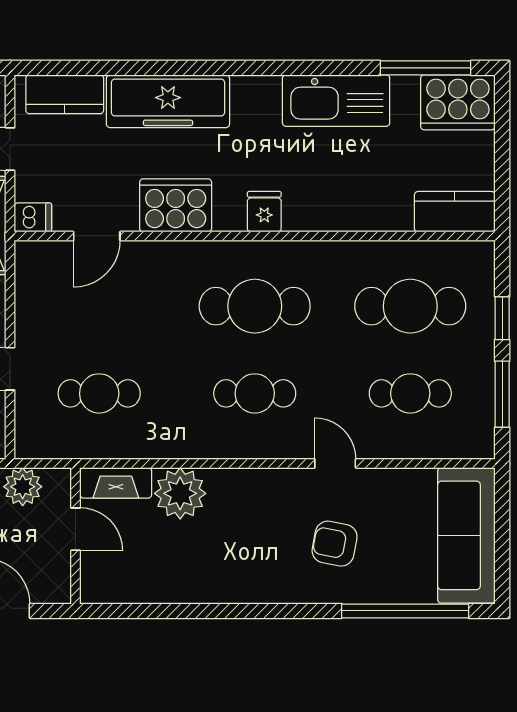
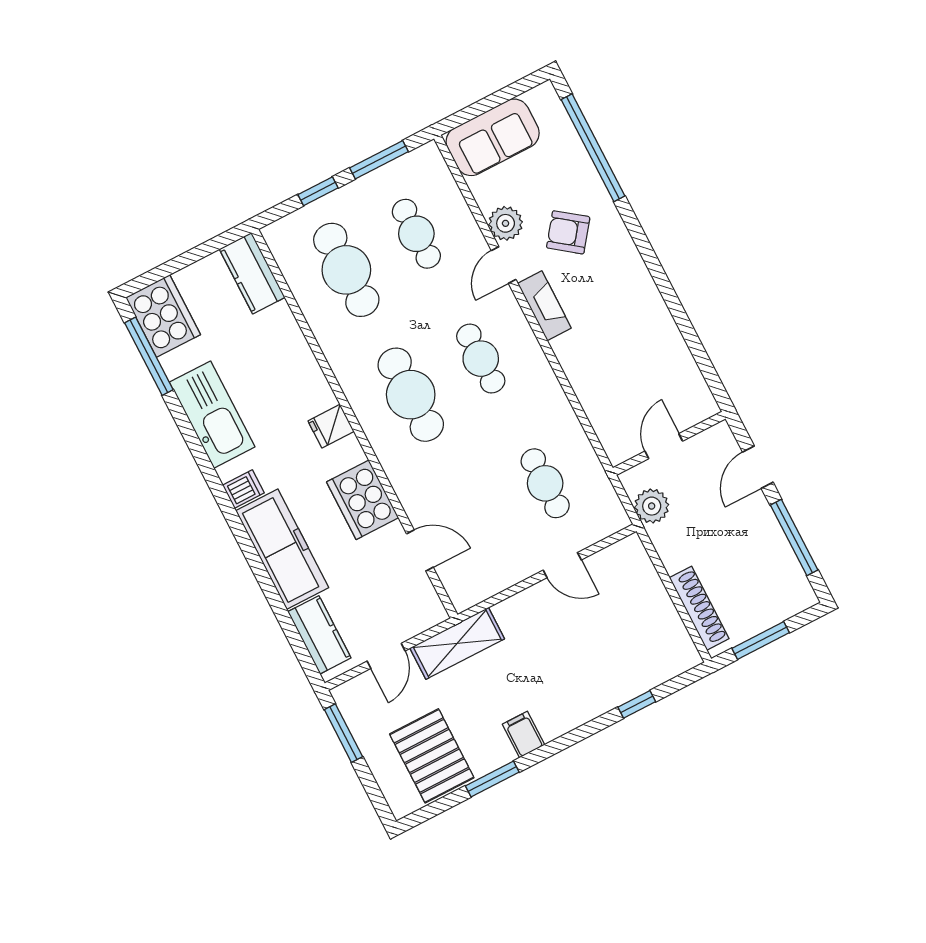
dishwasher: (33, 217) -> (243, 489), moved, turned 90
fireplace: (116, 483) -> (544, 306), moved
plant: (180, 493) -> (506, 223), moved, width x0.73, depth x0.73
sofa: (466, 535) -> (493, 137), width x0.73
armchair: (335, 544) -> (568, 232), turned 116

